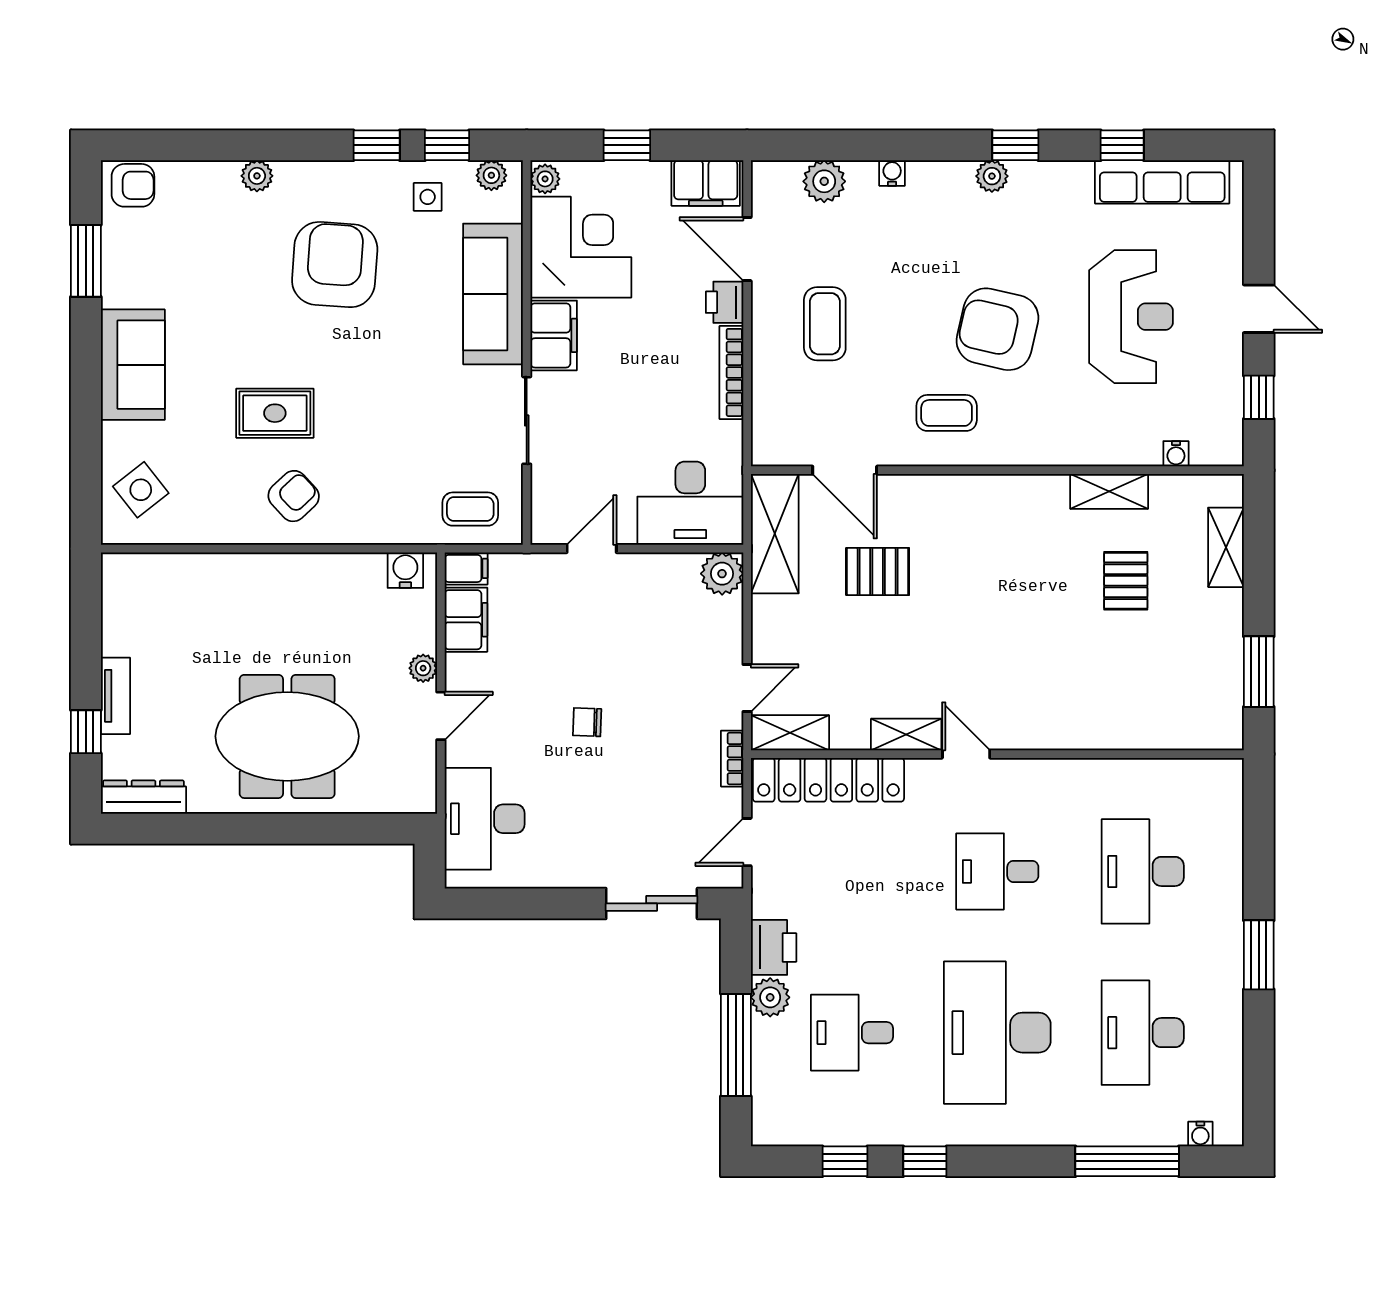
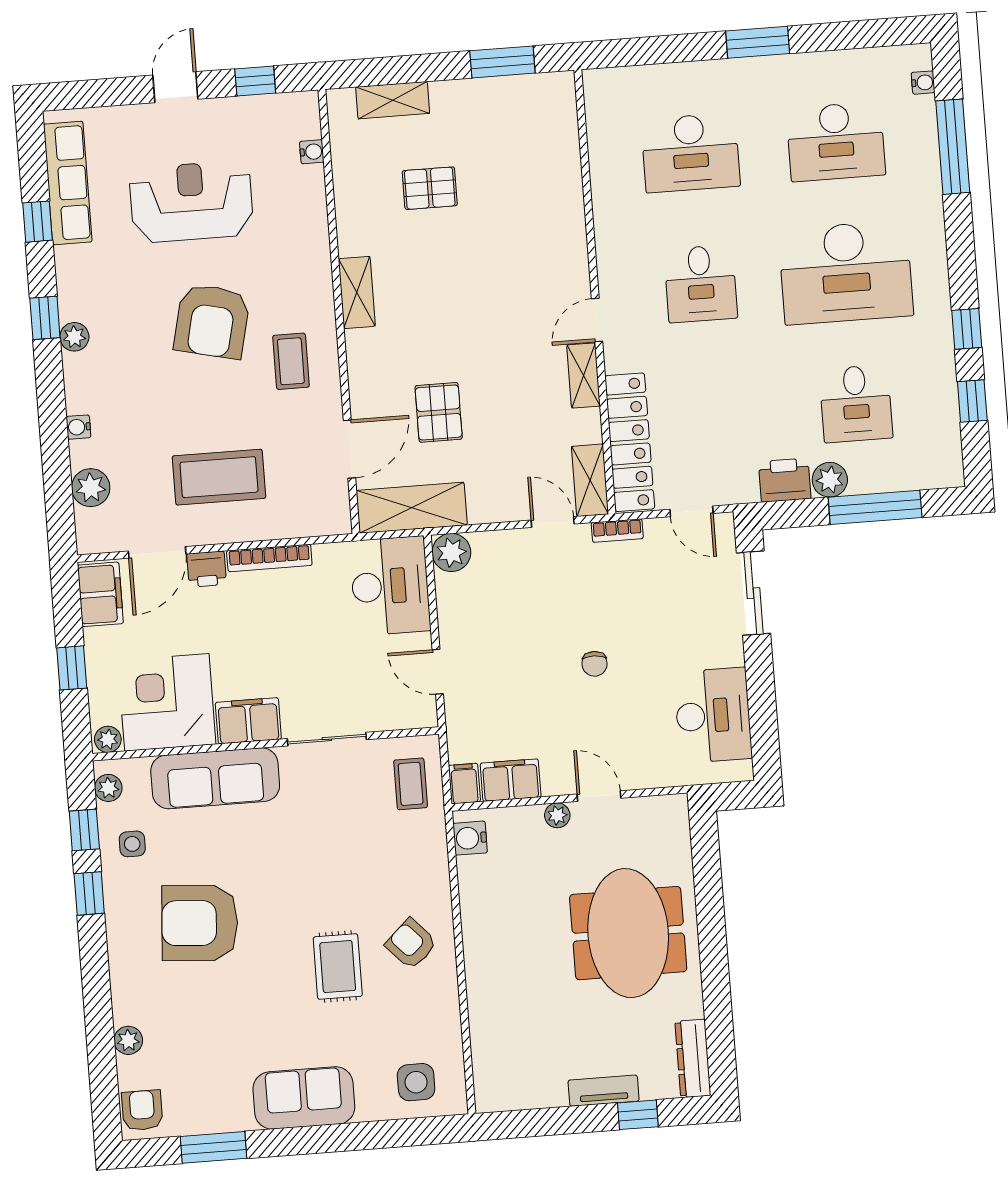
plant: (257, 176) -> (128, 1040), moved
coffee table: (825, 324) -> (219, 477), width x1.36, depth x1.32
side table: (141, 490) -> (416, 1082), turned 38
shelving: (1109, 491) -> (357, 292), moved
desk: (485, 819) -> (713, 715), moved, turned -90

